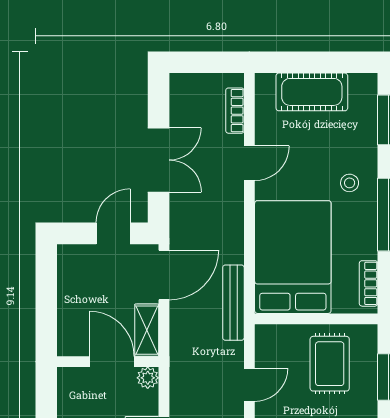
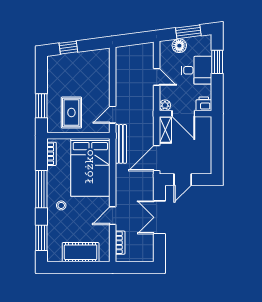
printer: (72, 381) -> (204, 104), added
door: (249, 385) -> (113, 115), moved

